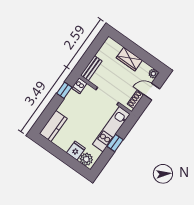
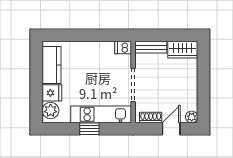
wardrobe: (129, 59) -> (183, 50), moved, turned -90
window: (64, 90) -> (107, 35), removed
door: (152, 92) -> (171, 129), hinge flipped
kitchen counter: (53, 126) -> (52, 65), moved, turned -90

